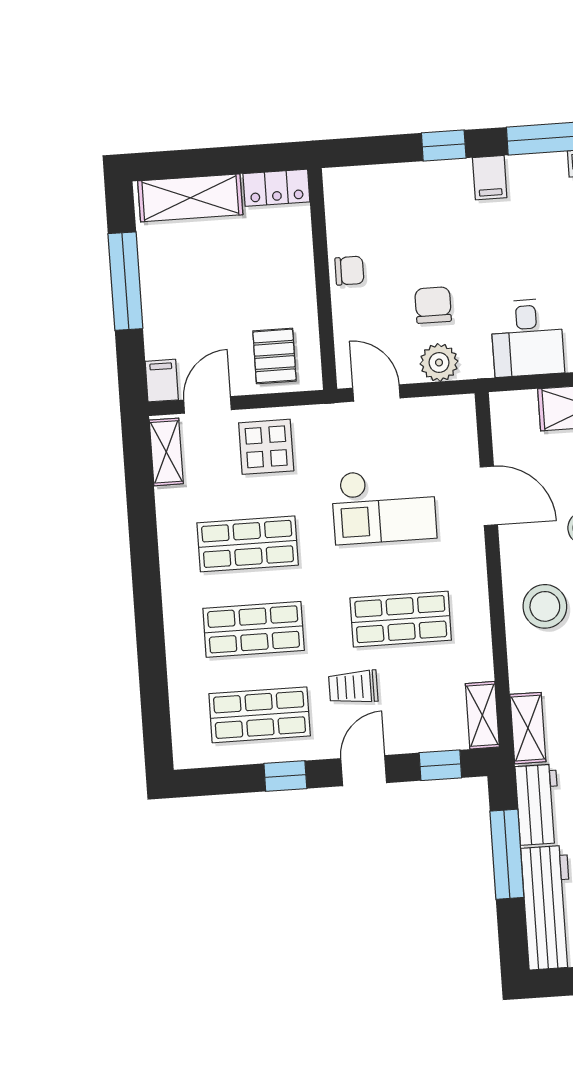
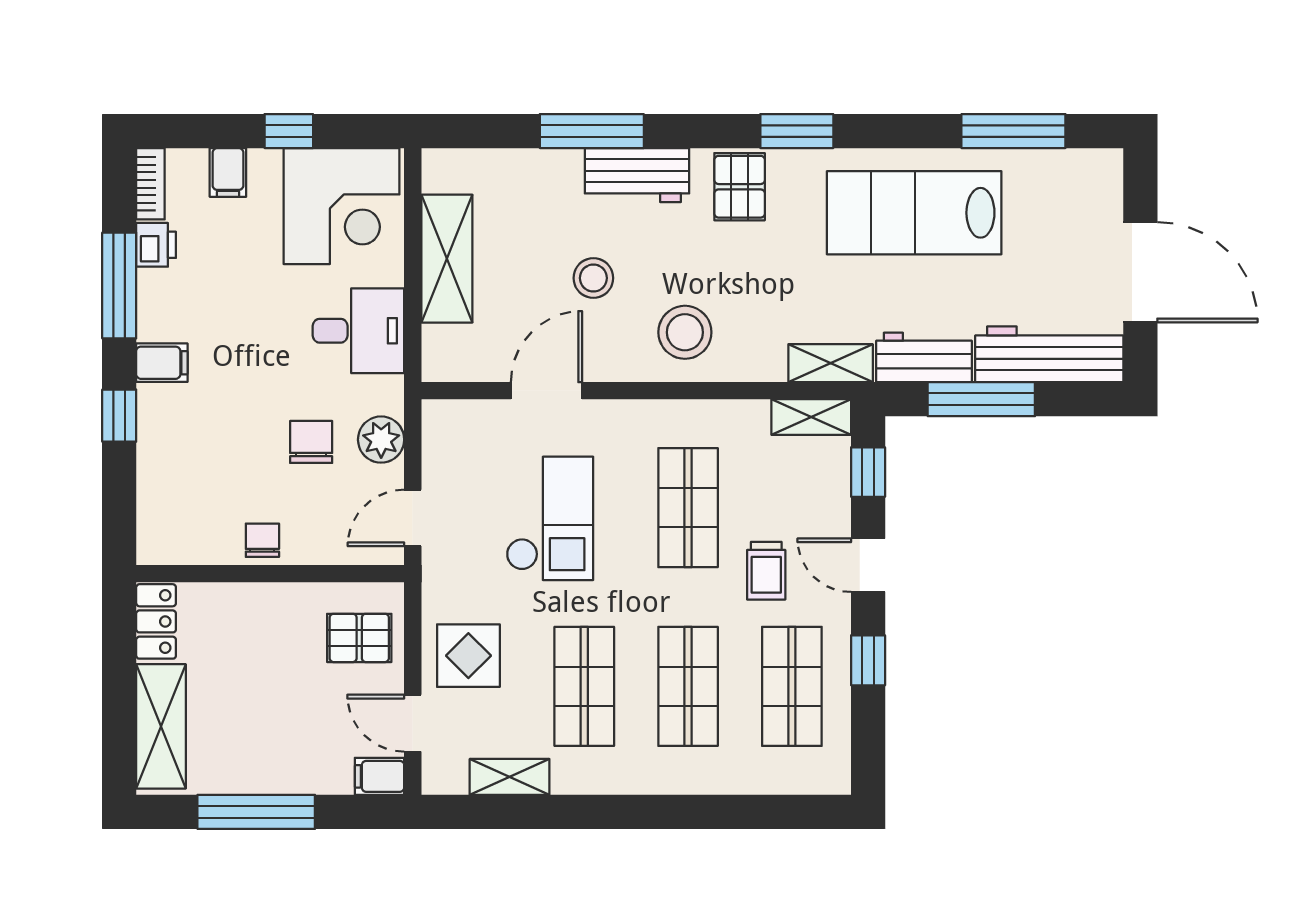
chair: (433, 305) -> (311, 442), turned 90
shelving: (166, 452) -> (510, 777), moved

